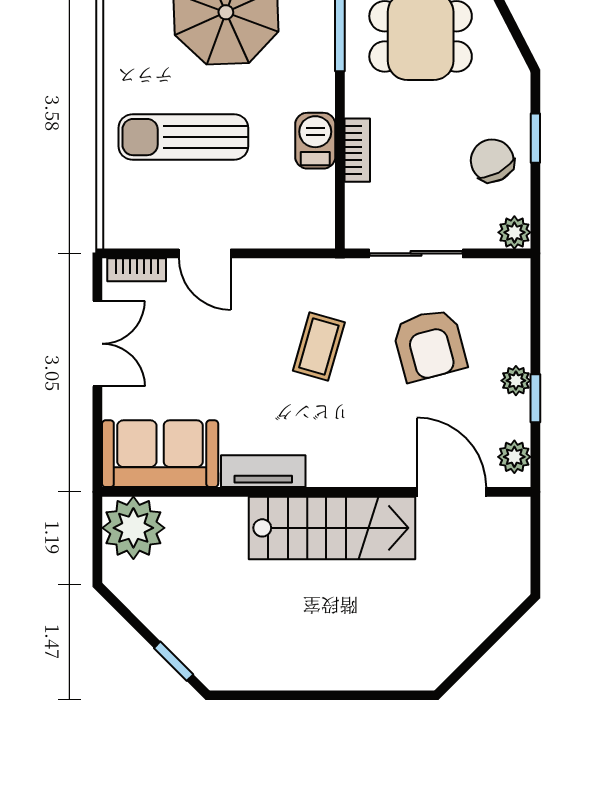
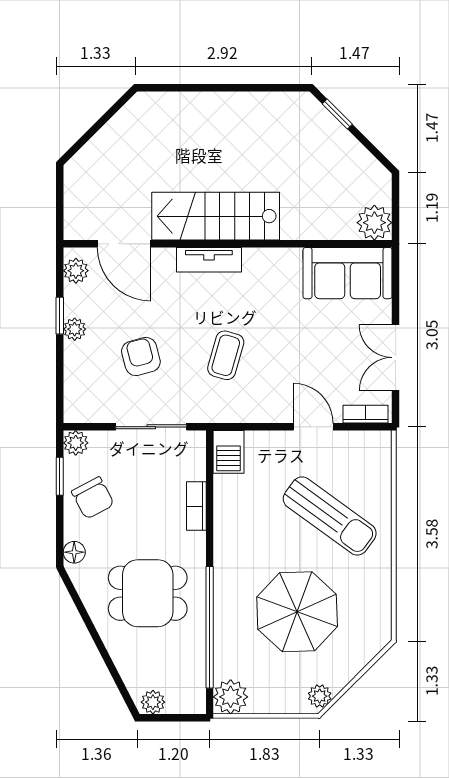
floor lamp: (516, 90) -> (74, 552), added
sun lounger: (183, 137) -> (330, 516), turned 36
window: (535, 138) -> (60, 476), moved
barbecue: (315, 141) -> (229, 452), moved
armchair: (429, 345) -> (141, 357), width x0.72, depth x0.72
tv unit: (263, 471) -> (209, 260), moved
plant: (133, 528) -> (374, 223), width x0.73, depth x0.73

